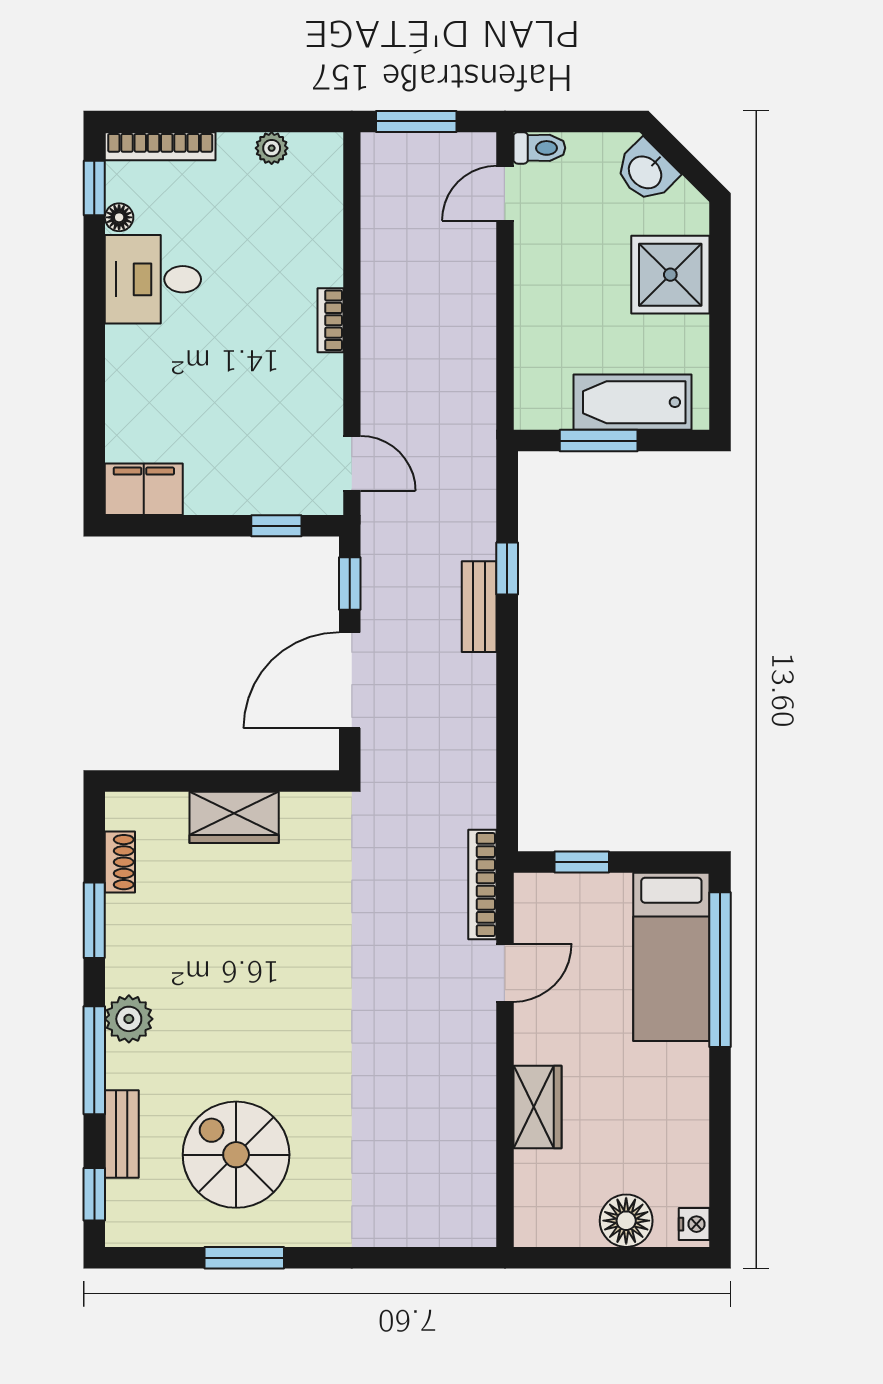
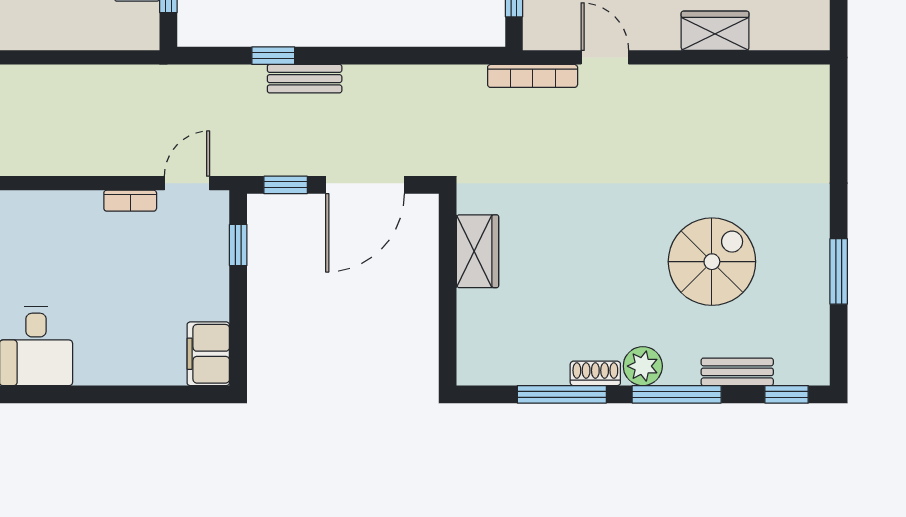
bookcase: (330, 320) -> (130, 201), moved
door: (350, 680) -> (365, 185), hinge flipped
wardrobe: (234, 817) -> (478, 251), moved
shoe rack: (120, 862) -> (595, 373), moved
window: (94, 920) -> (562, 394), width x1.44
spiral stairs: (236, 1155) -> (712, 262), moved, turned 180

